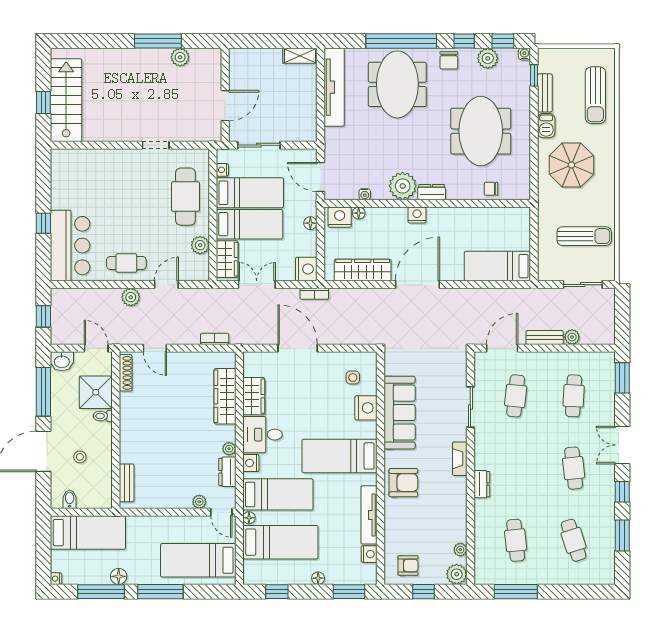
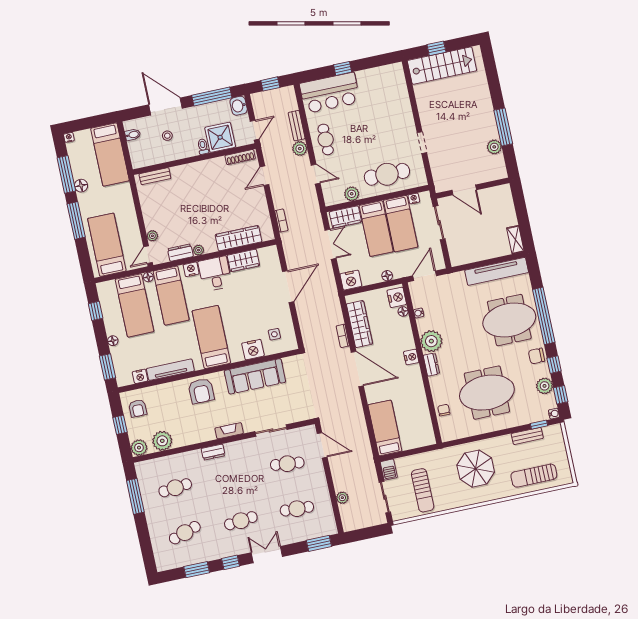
barbecue: (546, 126) -> (389, 470), moved, turned -90
bookcase: (314, 294) -> (343, 336), moved
bench: (545, 337) -> (297, 126), moved
plant: (460, 550) -> (162, 441), width x1.87, depth x1.87

